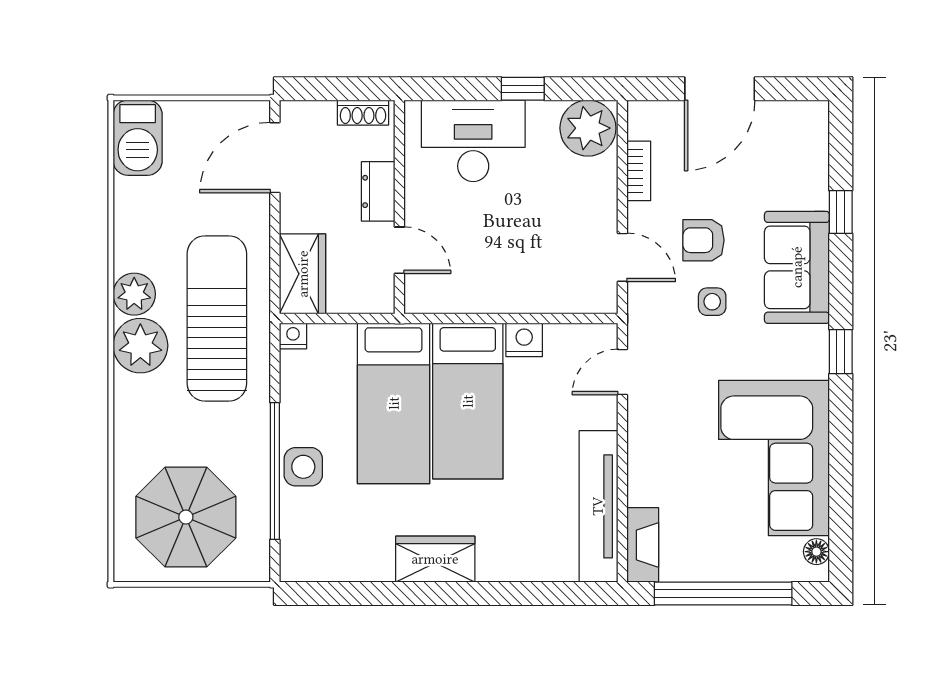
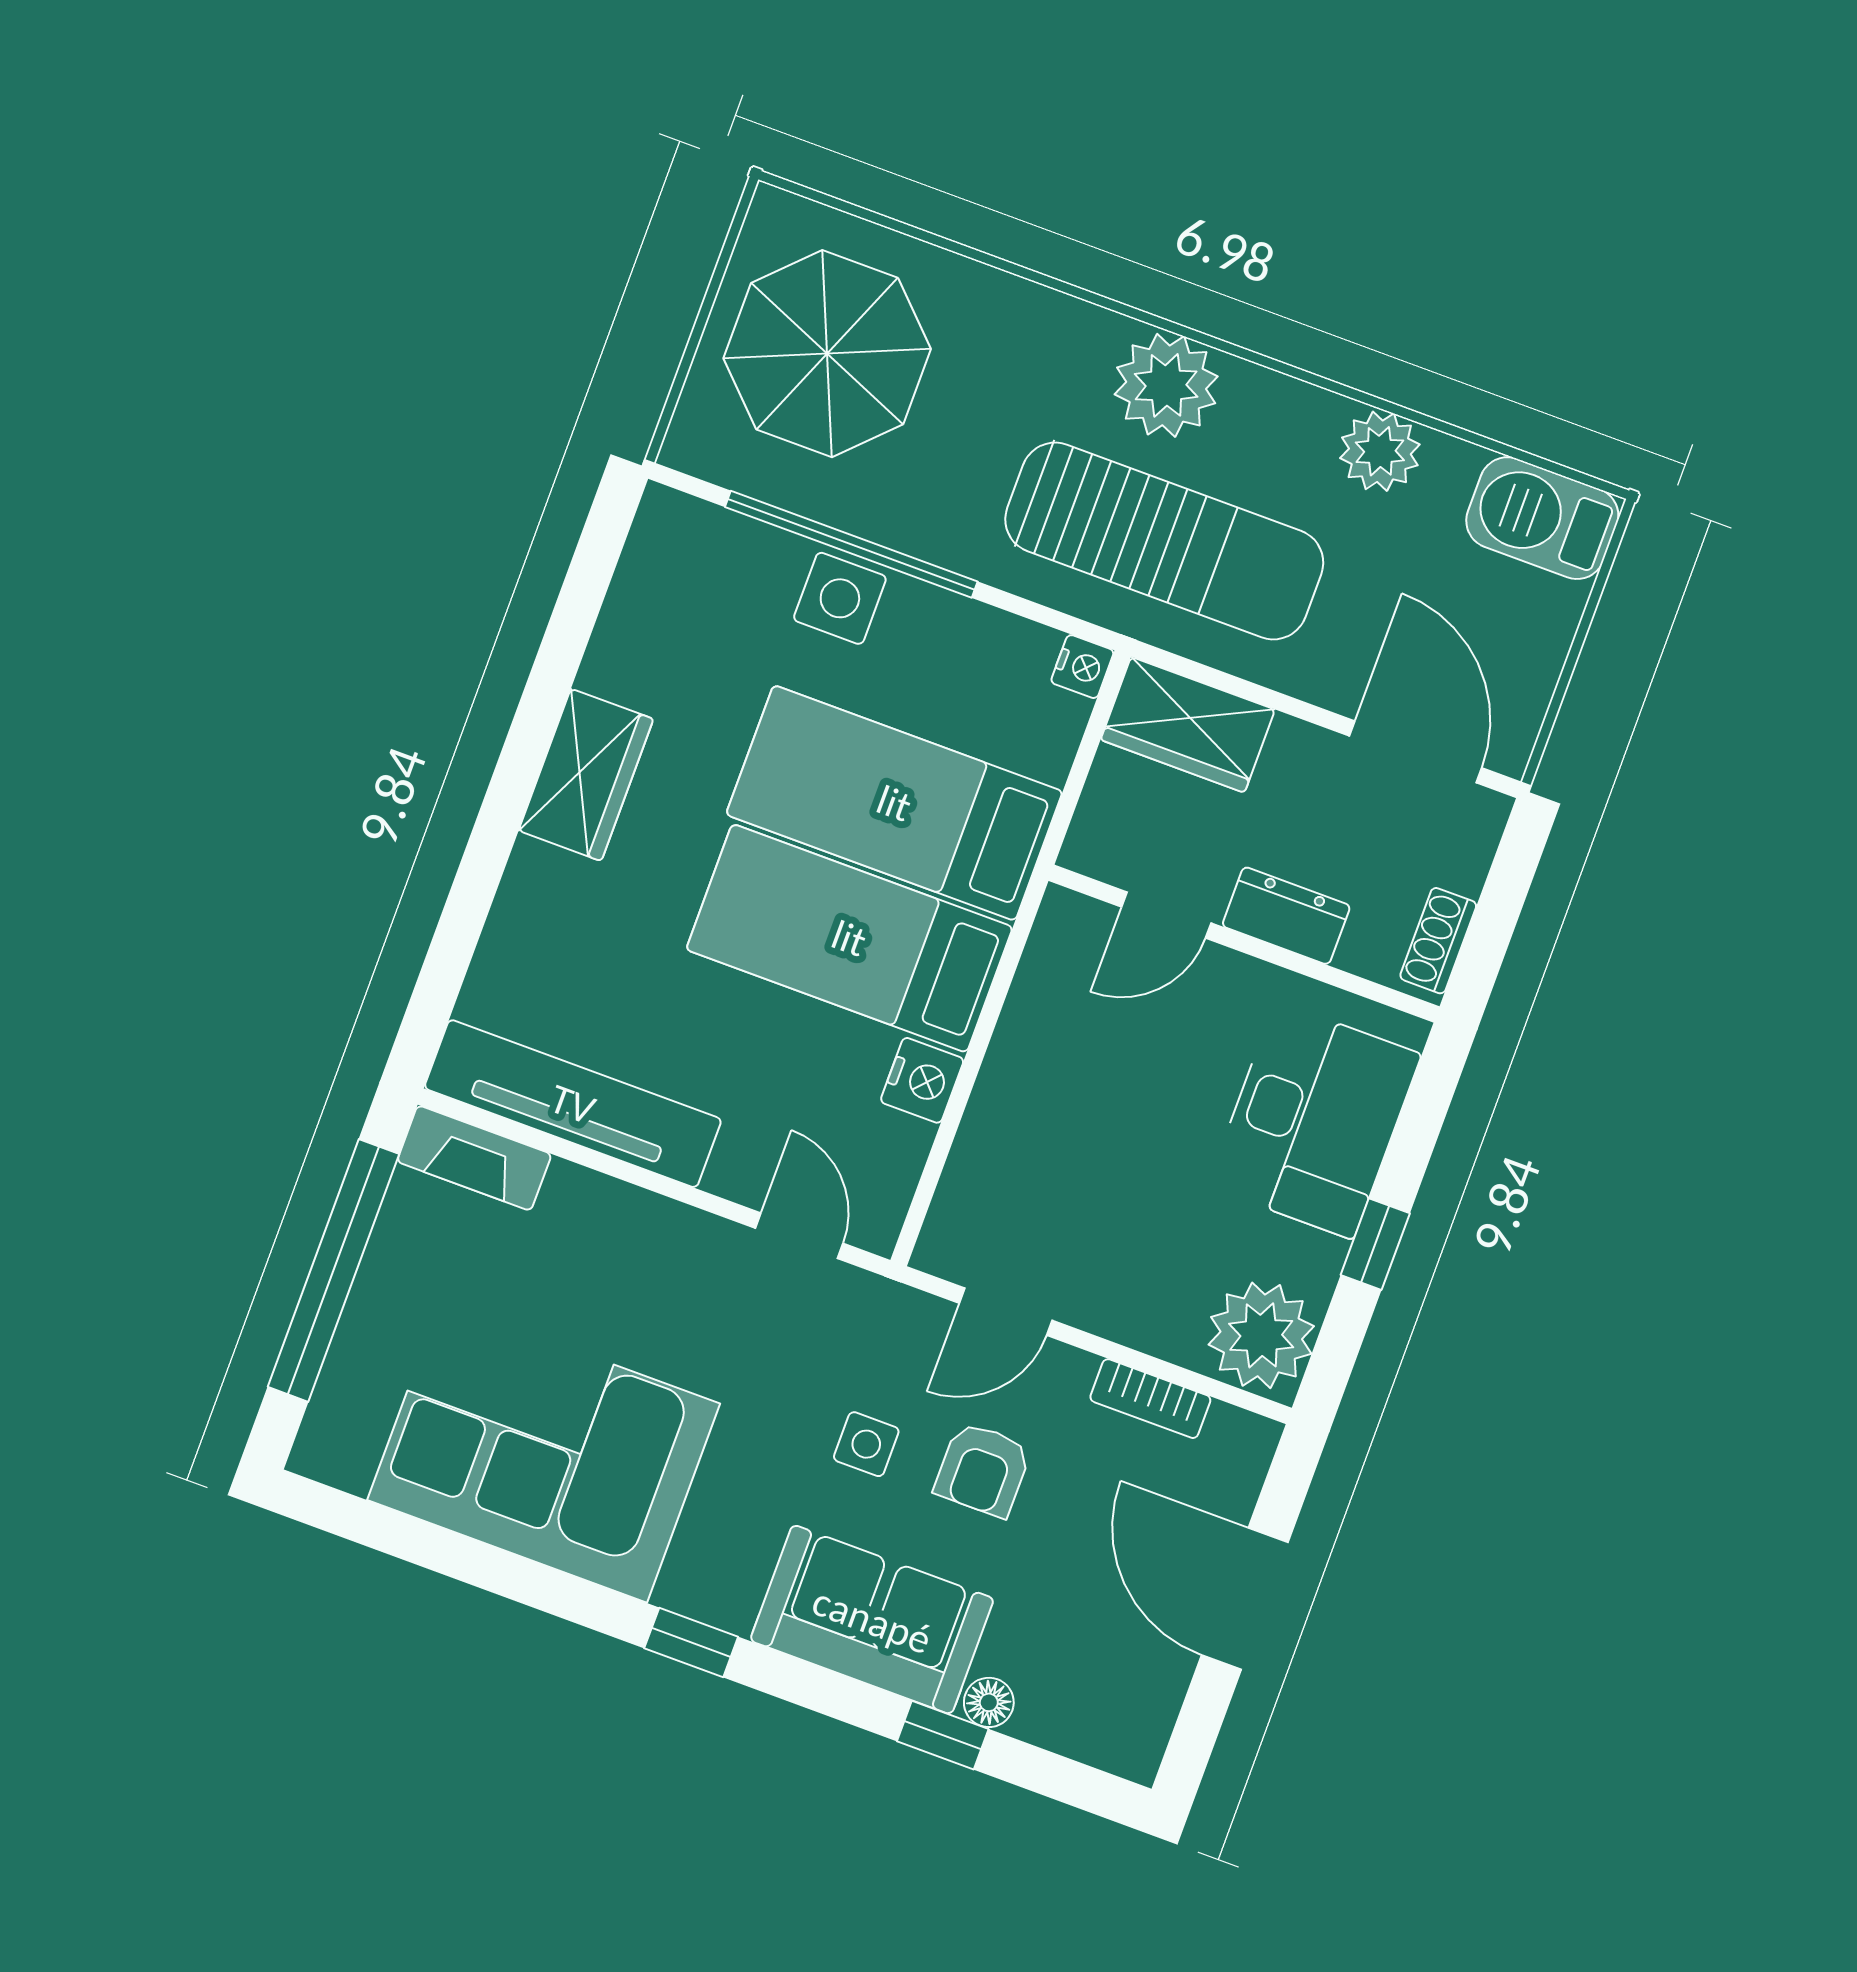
armchair: (704, 240) -> (983, 1469), turned 180
plant: (134, 294) -> (1380, 451), moved
floor lamp: (816, 552) -> (989, 1702), moved

